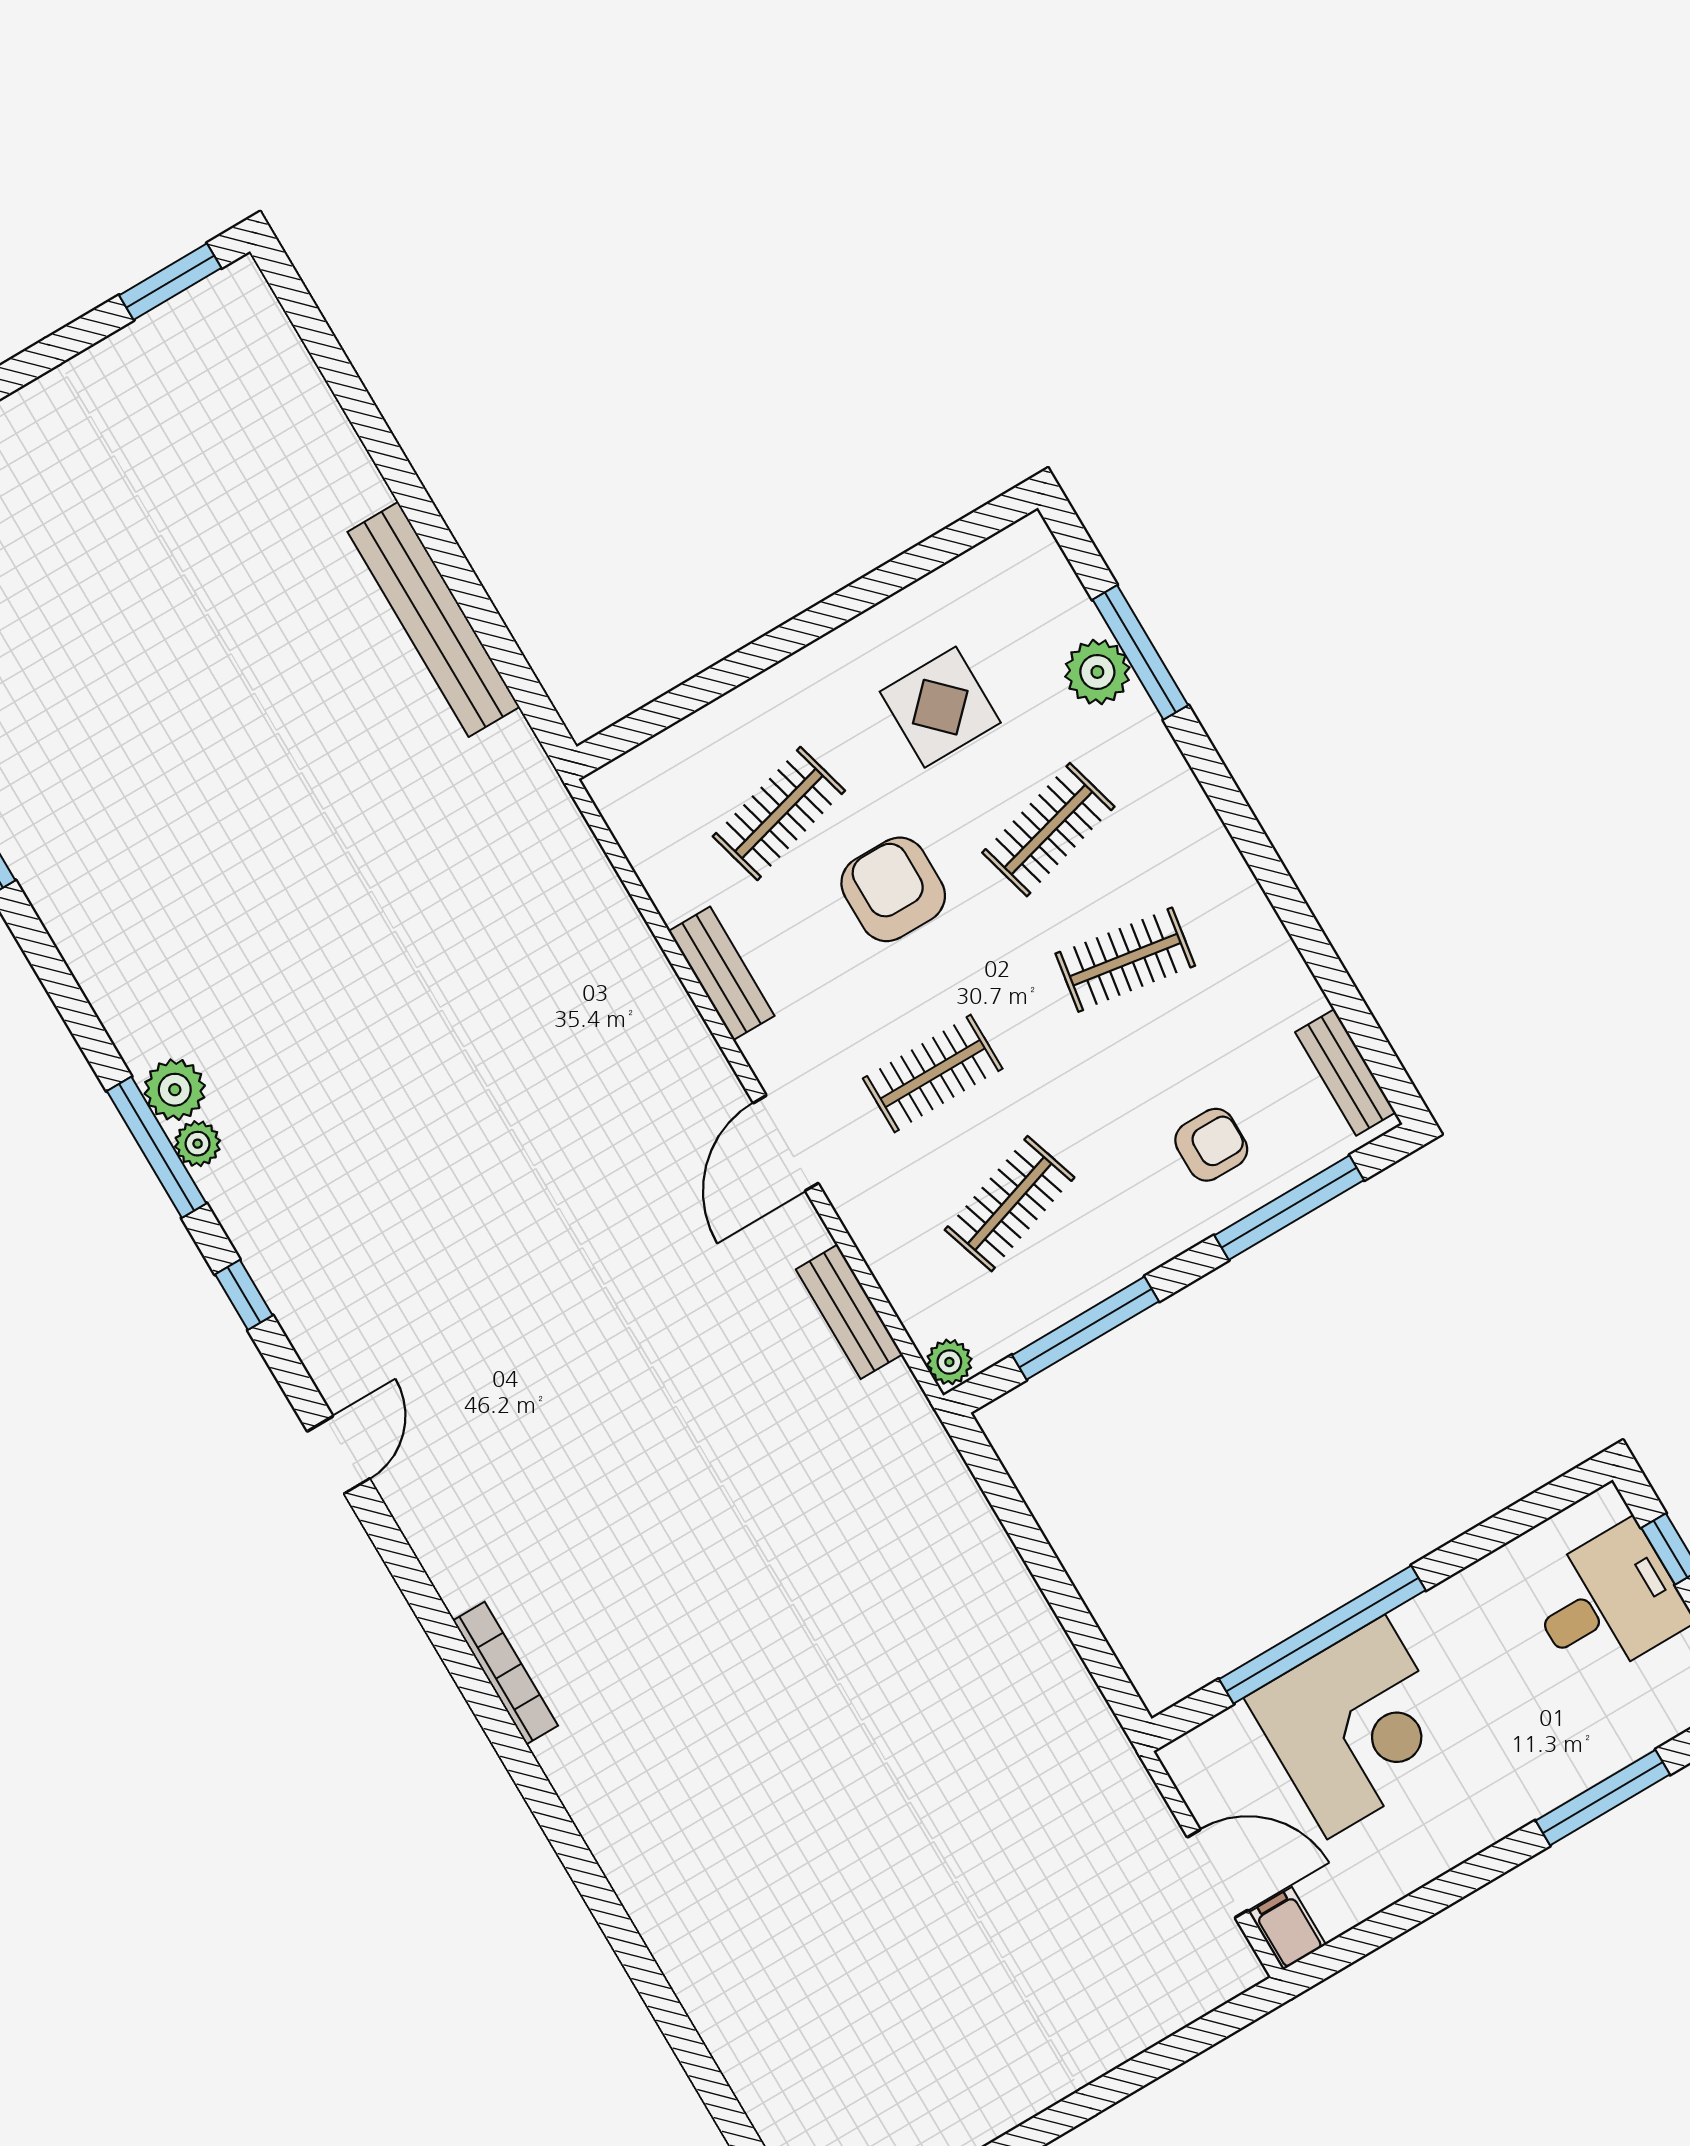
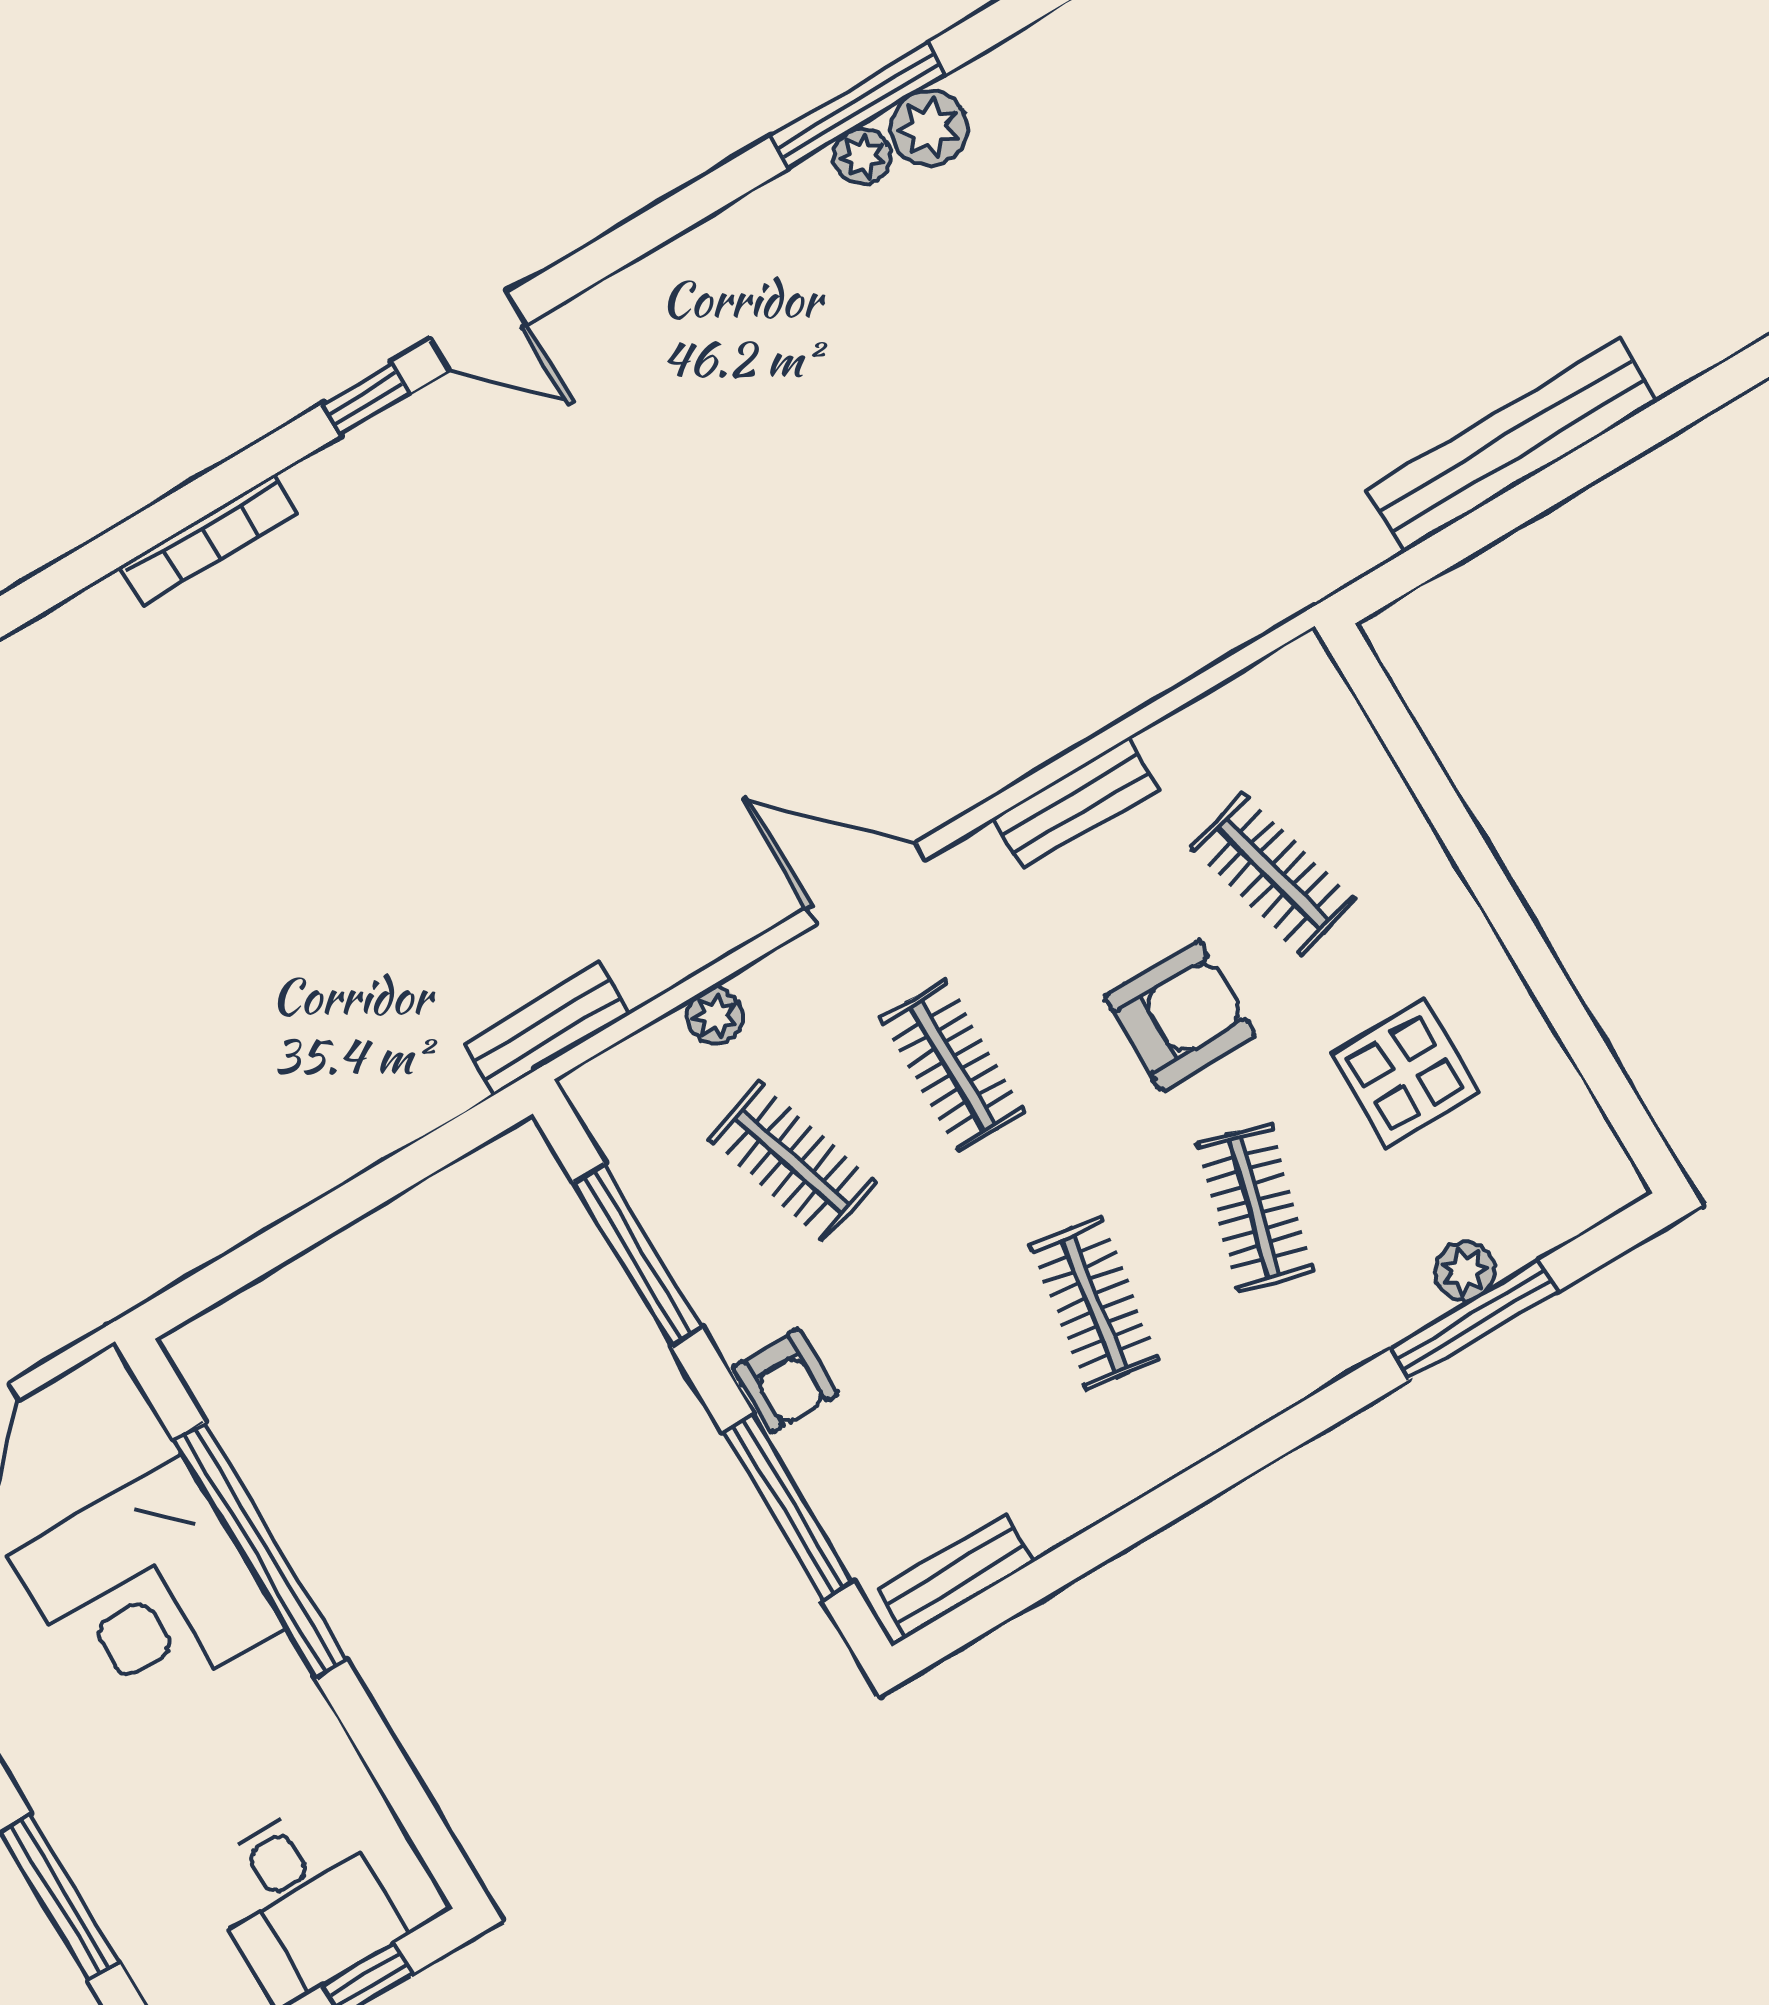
plant: (1097, 672) -> (1465, 1271), width x0.73, depth x0.73
clothes rail: (1048, 830) -> (1254, 1207), turned 30
armchair: (1211, 1145) -> (785, 1381), moved
window: (244, 1295) -> (366, 399), moved
bench: (849, 1312) -> (547, 1029), moved
plant: (949, 1362) -> (715, 1016), moved

